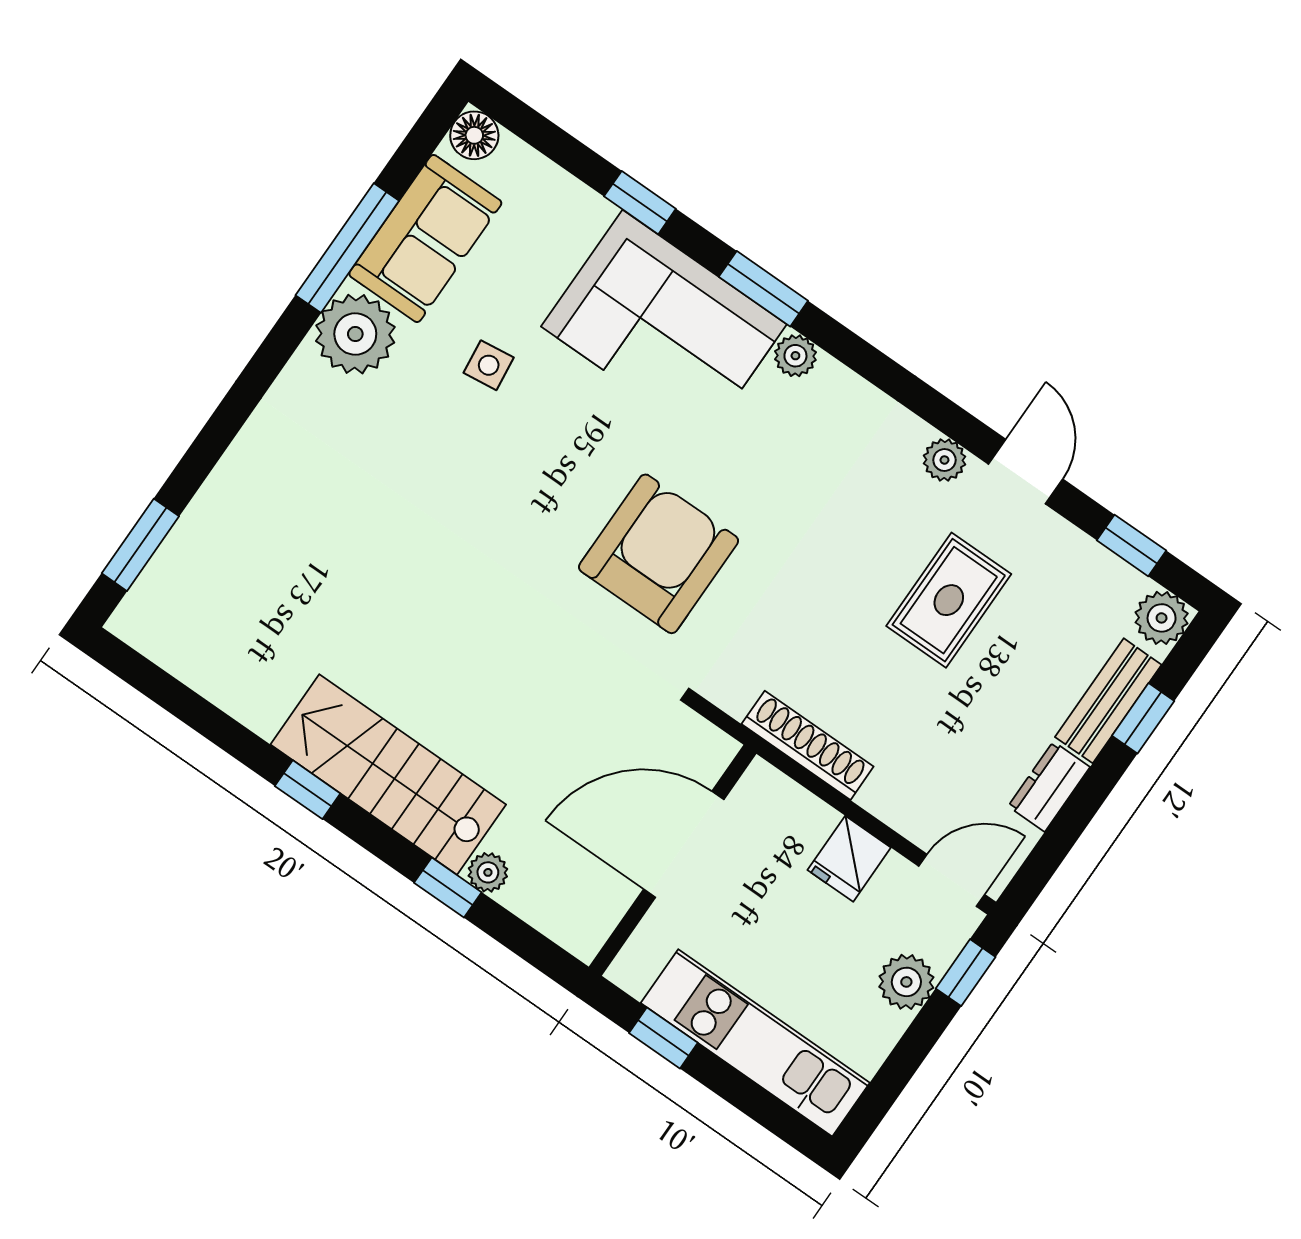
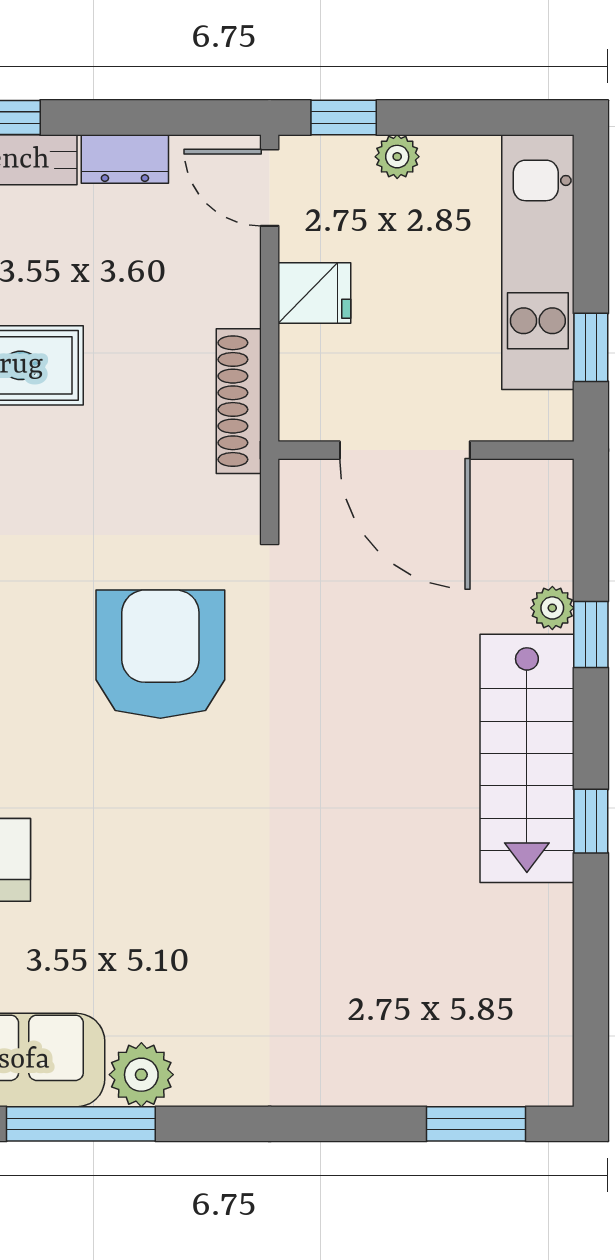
plant: (355, 334) -> (141, 1075), width x0.73, depth x0.73
side table: (489, 365) -> (98, 924), removed
armchair: (659, 554) -> (160, 654), turned 90
plant: (906, 982) -> (397, 157), width x0.73, depth x0.73

